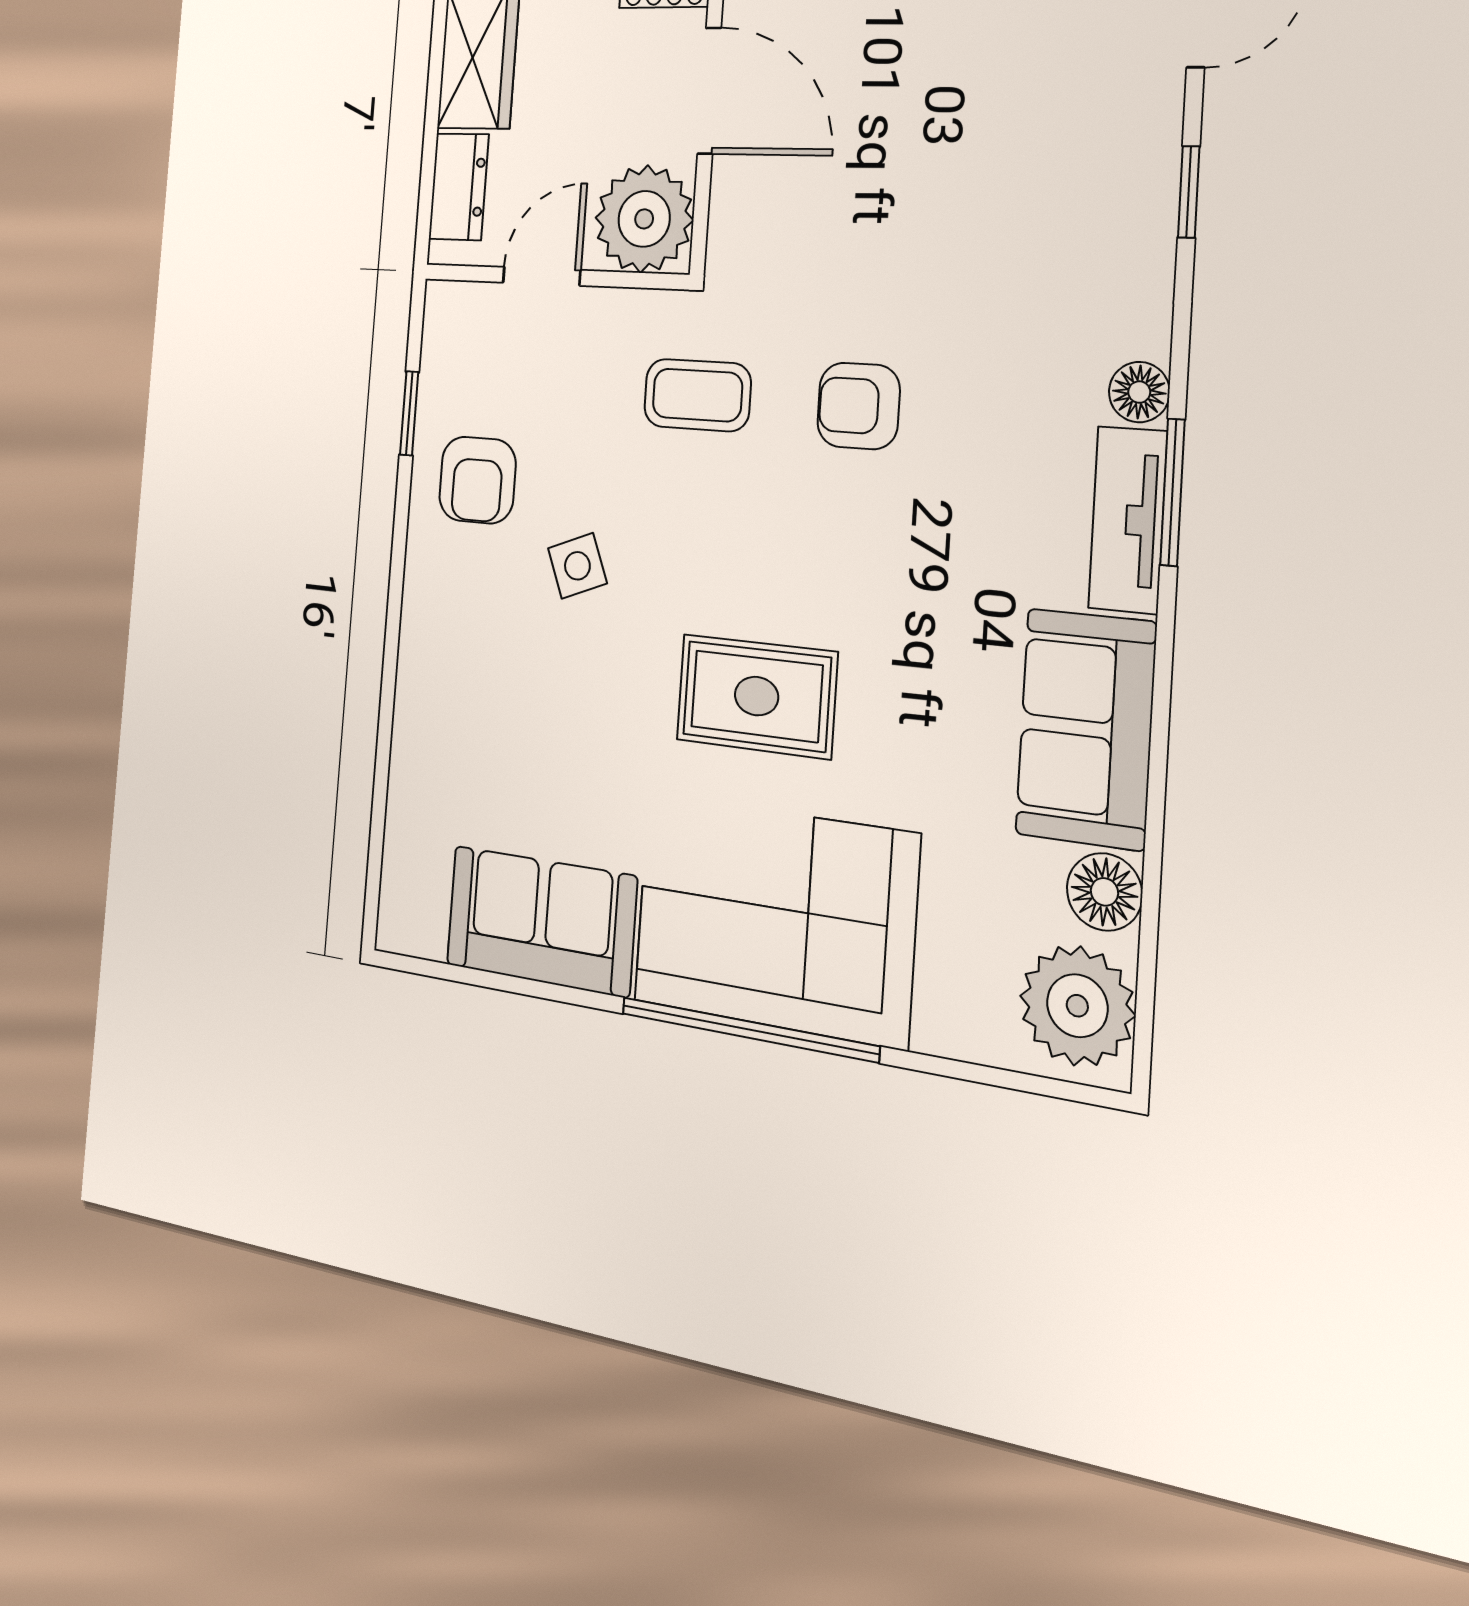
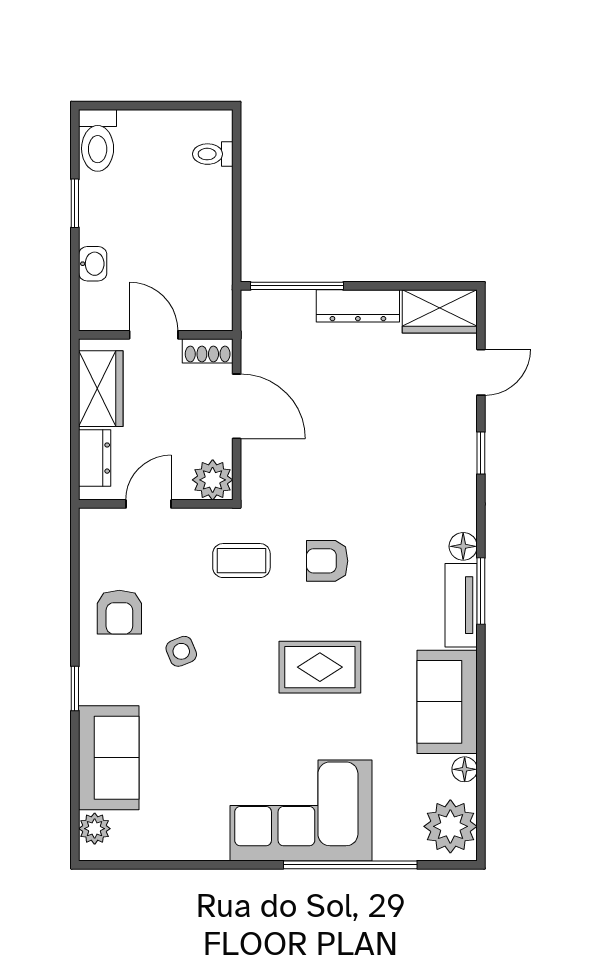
plant: (644, 219) -> (213, 480), width x0.73, depth x0.73
window: (409, 413) -> (75, 688), moved
rug: (757, 696) -> (320, 667), moved
plant: (405, 892) -> (95, 829), added
floor lamp: (1104, 892) -> (465, 769), width x0.73, depth x0.73
sofa: (541, 921) -> (109, 758), moved, turned 90
window: (748, 1029) -> (350, 865), moved

